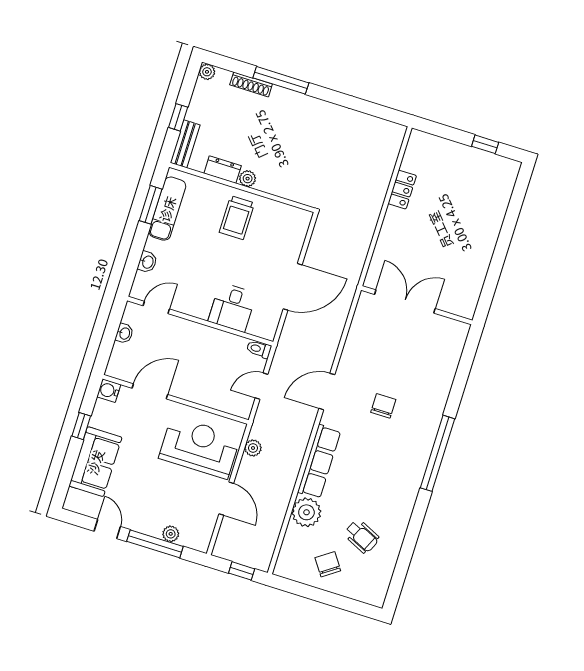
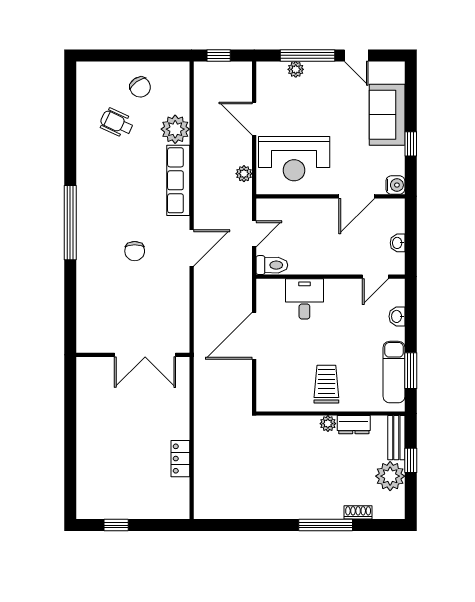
plant: (207, 72) -> (390, 476), moved, width x1.88, depth x1.88
shoe rack: (251, 84) -> (358, 512), width x0.70
toilet: (259, 349) -> (272, 265), width x1.37, depth x1.39

